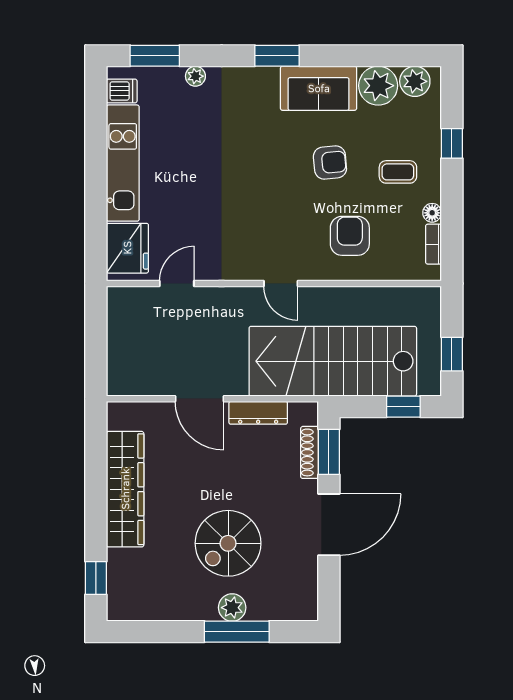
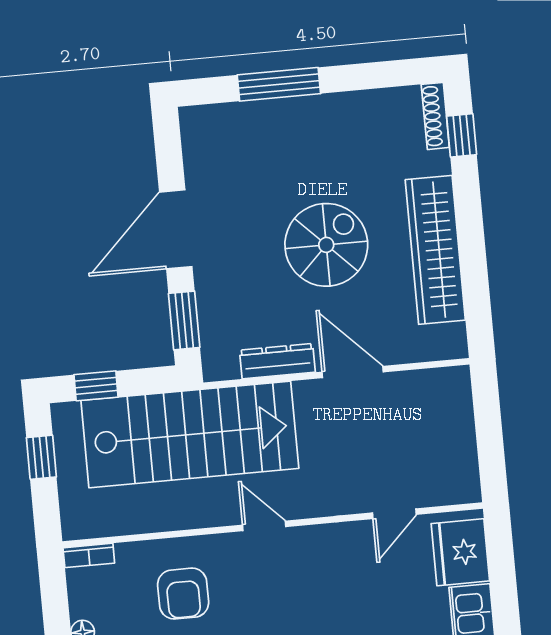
bookcase: (434, 244) -> (89, 555), moved, turned 90
shoe rack: (310, 452) -> (435, 116), moved, turned 180
spiral stairs: (228, 543) -> (326, 245), moved
plant: (232, 608) -> (287, 114), removed

